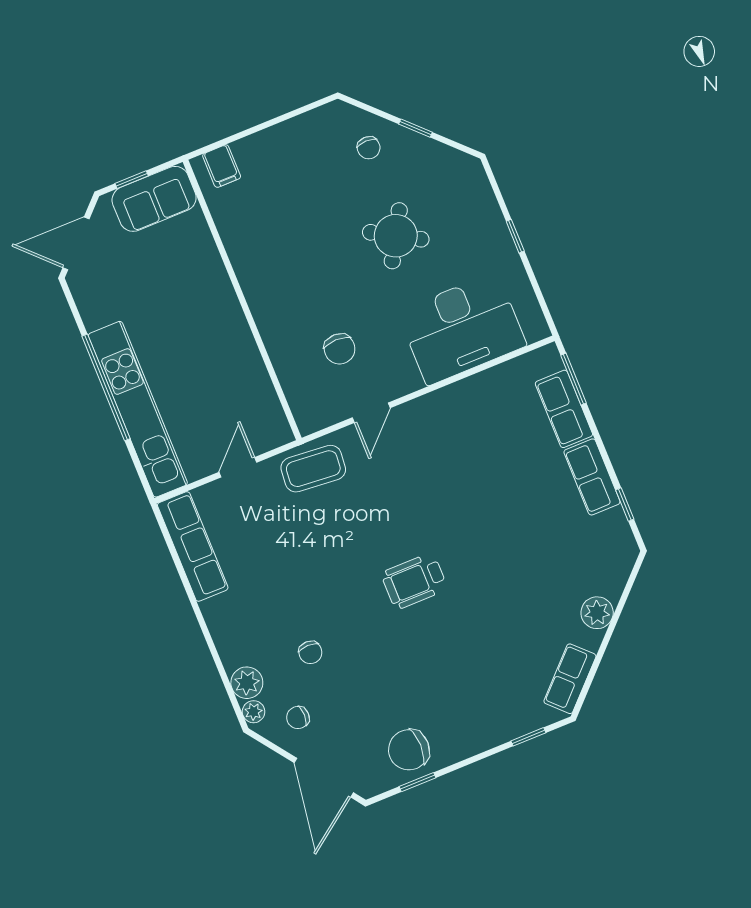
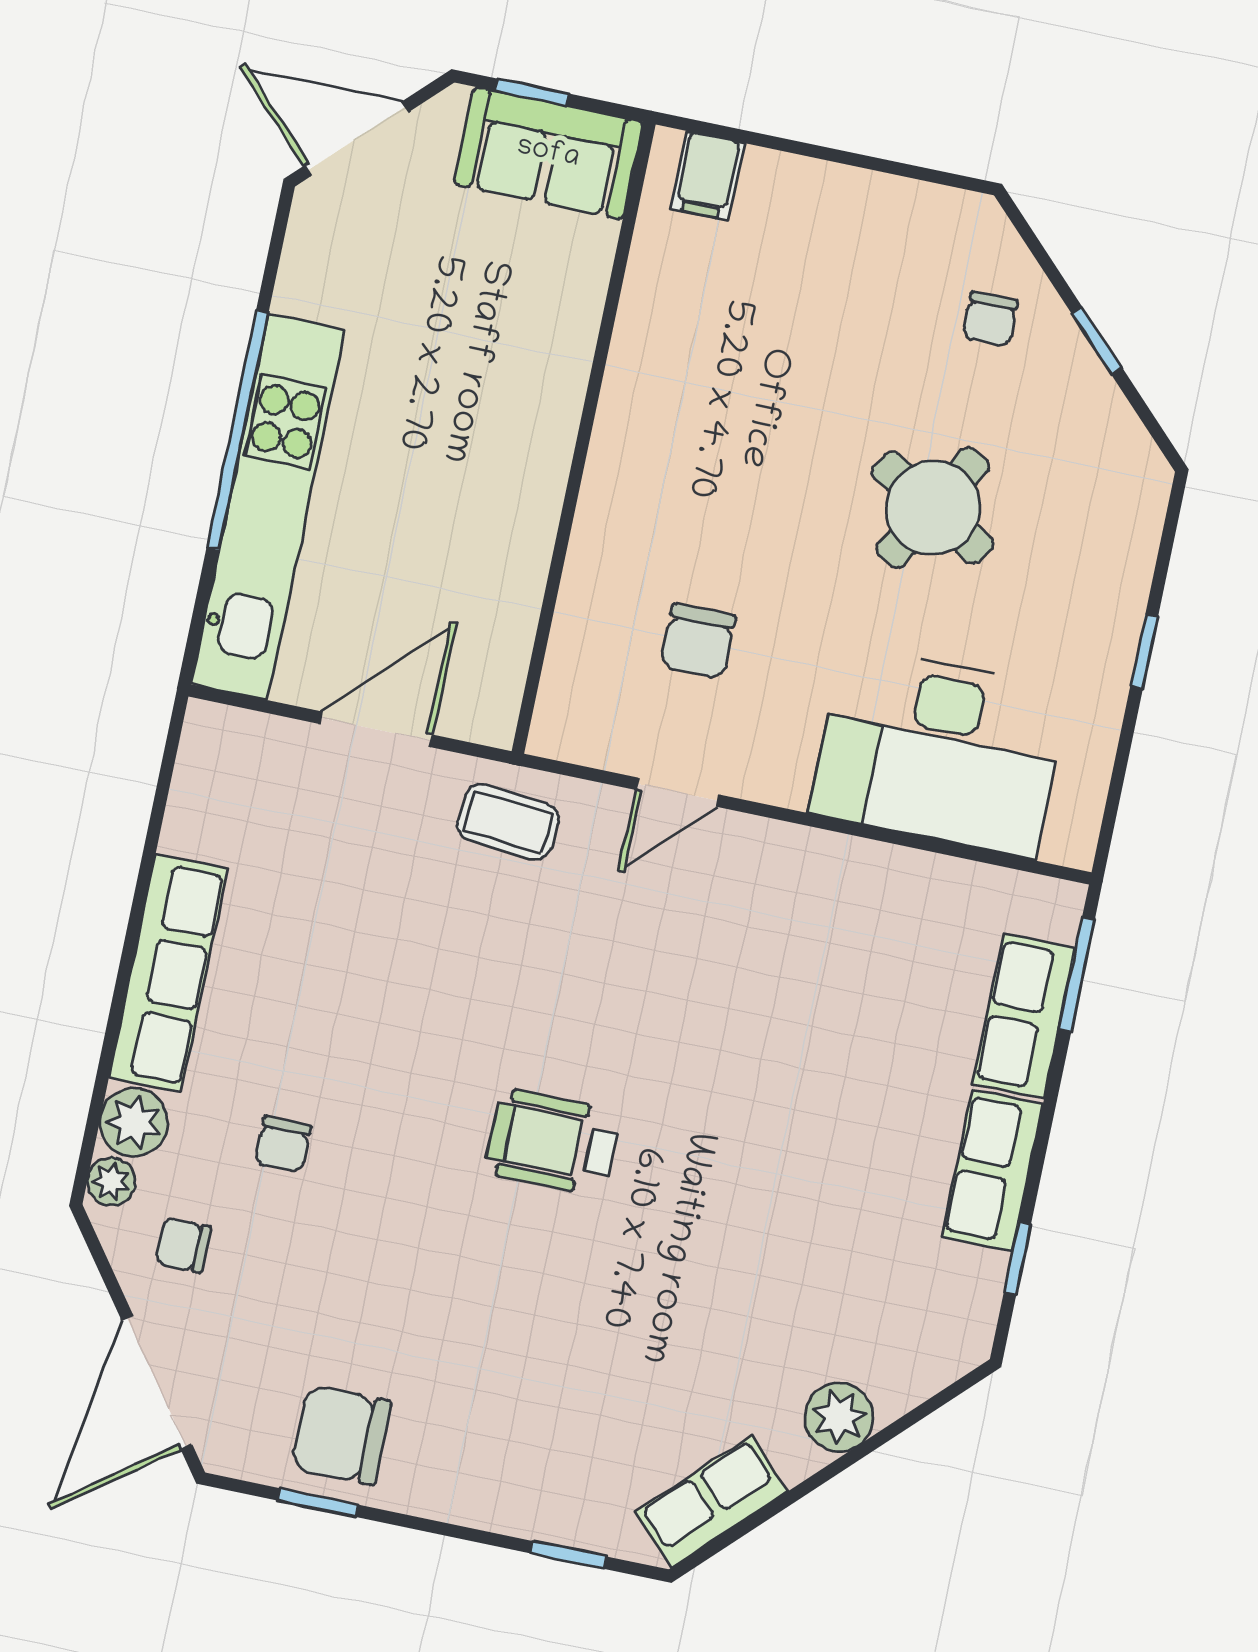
door: (238, 467) -> (376, 729), width x1.38
coffee table: (313, 469) -> (508, 822), width x0.73, depth x0.77
row of seats: (193, 546) -> (168, 973), moved

